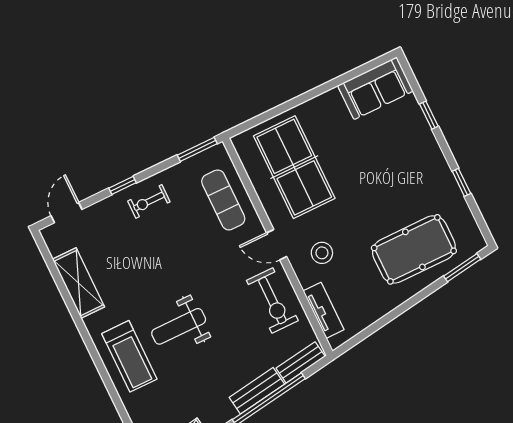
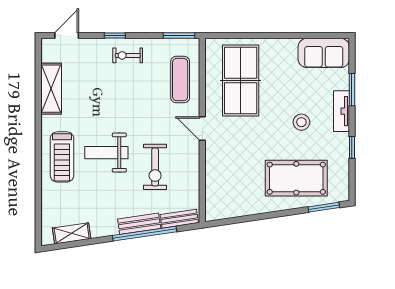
window: (429, 115) -> (352, 90), width x1.50
stool: (322, 253) -> (301, 122), moved
exercise bike: (272, 301) -> (155, 167), moved
tv unit: (324, 310) -> (342, 111), moved, turned 180

